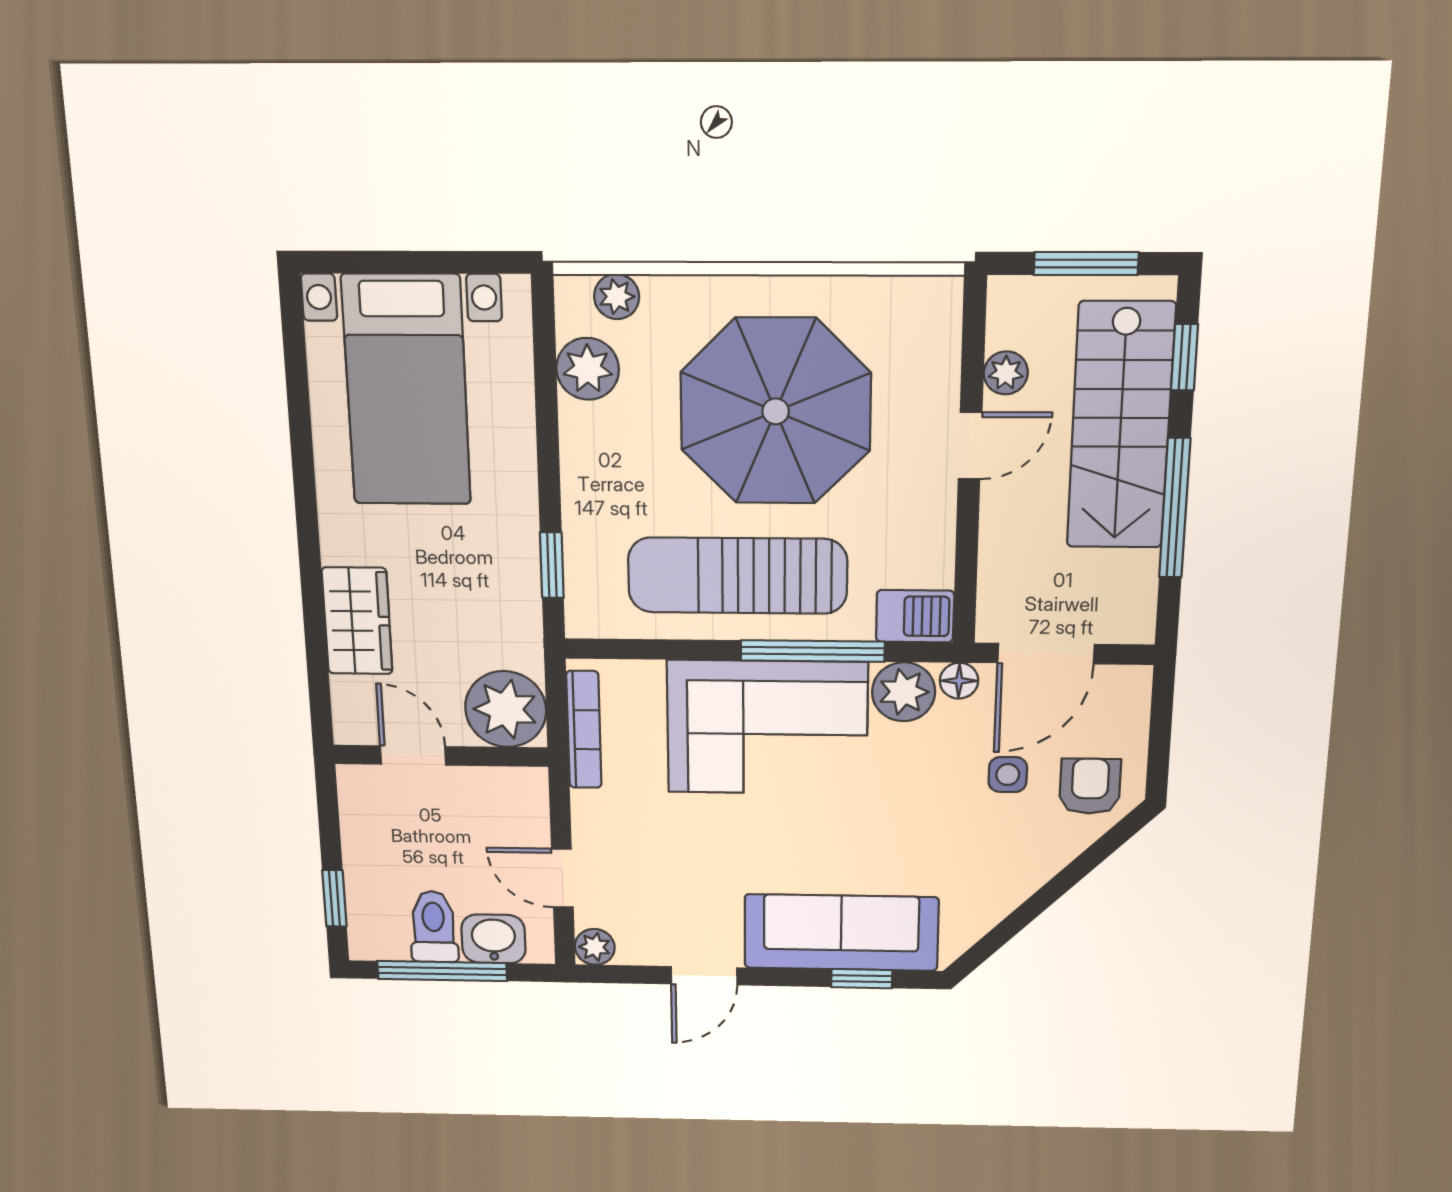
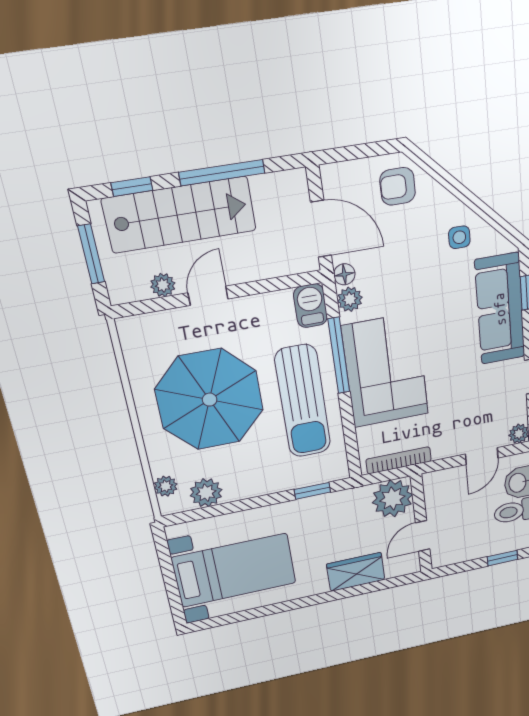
door: (970, 446) -> (208, 296), hinge flipped
plant: (904, 692) -> (350, 299), width x0.73, depth x0.73
side table: (1008, 775) -> (459, 237), moved

